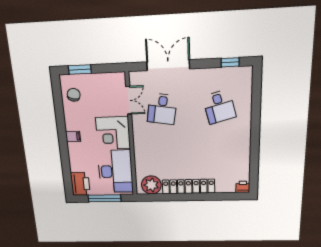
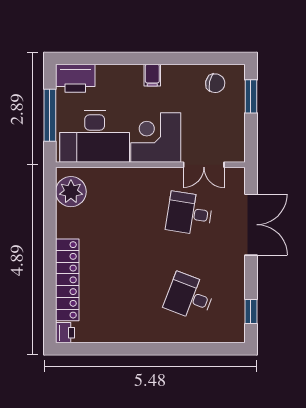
desk: (219, 107) -> (189, 297), turned 36
locker: (188, 186) -> (67, 280), moved

